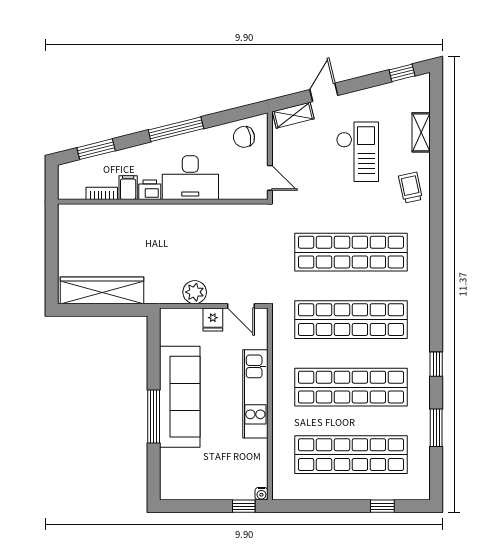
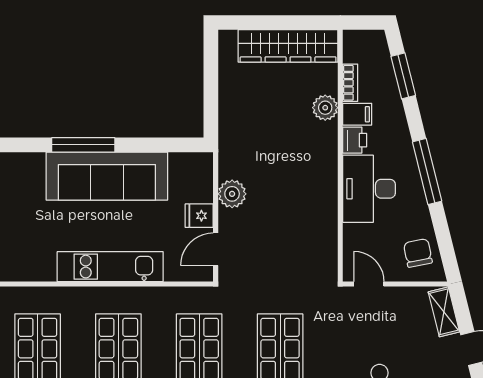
door: (270, 178) -> (369, 284), swing flipped
plant: (123, 214) -> (325, 108), added
wardrobe: (102, 290) -> (288, 46), moved, turned 90

